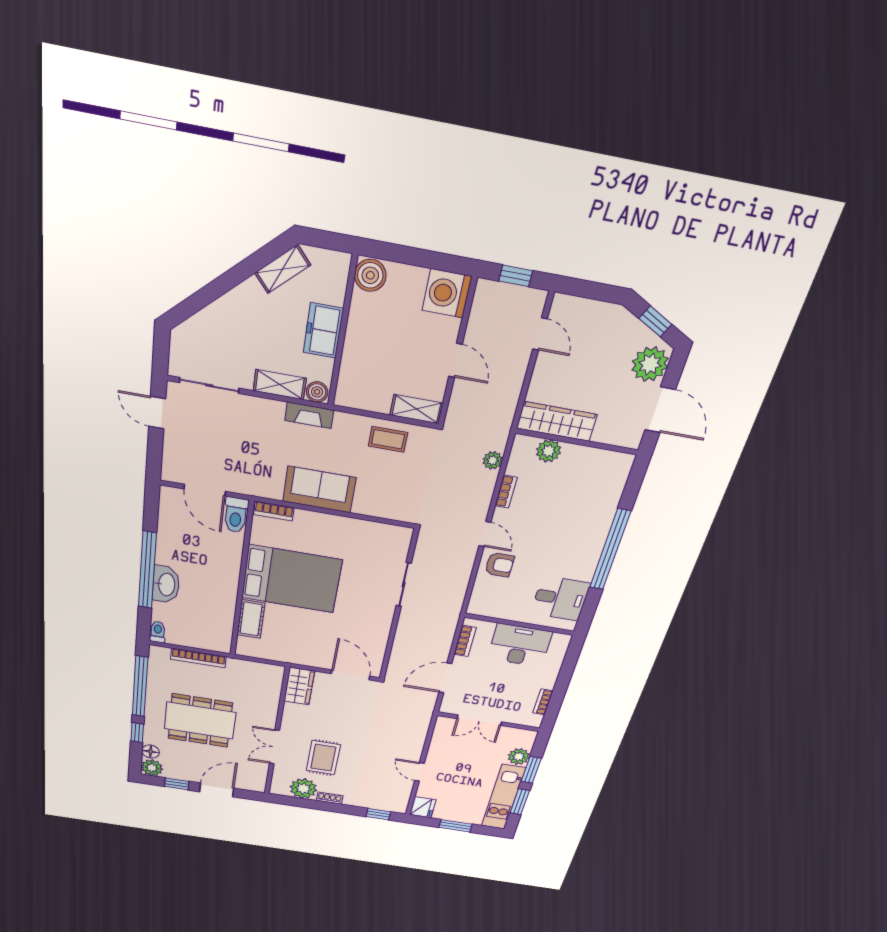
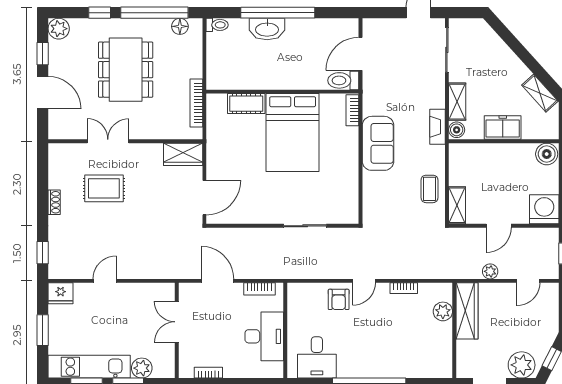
plant: (493, 460) -> (490, 271), moved
bookcase: (198, 658) -> (196, 103), moved
floor lamp: (151, 752) -> (180, 26), moved
plant: (303, 789) -> (61, 175), removed

